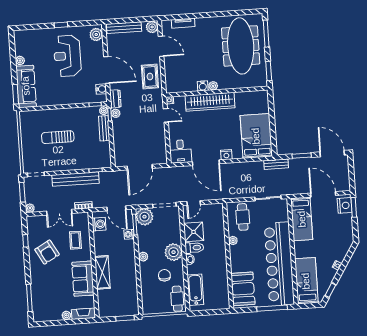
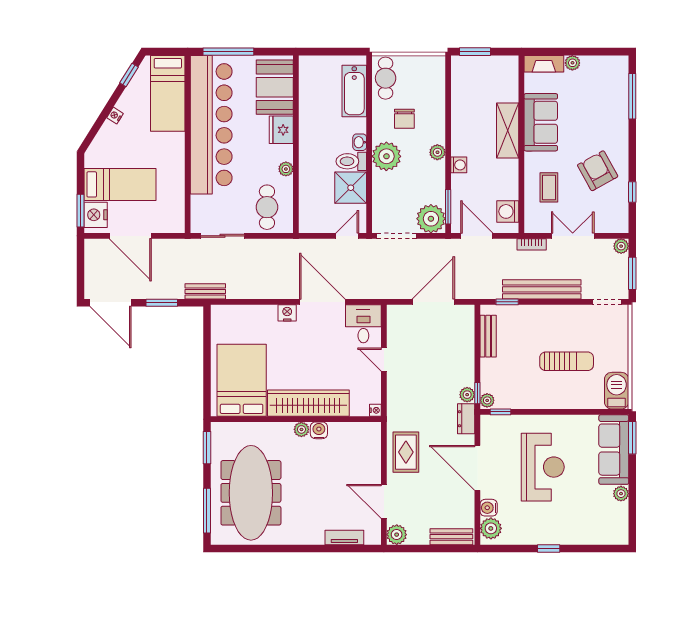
bench: (124, 28) -> (451, 537), width x0.73
reception desk: (67, 56) -> (543, 467), moved
water cooler: (101, 89) -> (489, 508), moved
door: (166, 115) -> (384, 360), moved
barbecue: (27, 122) -> (617, 391), added
bench: (104, 128) -> (488, 336), moved
bed: (256, 136) -> (242, 380), moved, turned 180
bed: (302, 219) -> (120, 184), moved, turned 90
washing machine: (129, 234) -> (459, 165), moved
fridge: (237, 264) -> (281, 130), added

